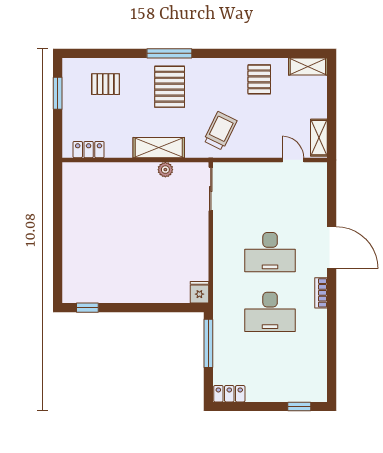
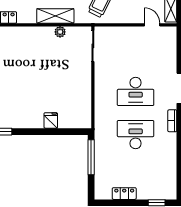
fridge: (199, 292) -> (51, 120), moved
desk: (270, 312) -> (136, 135), turned 180
locker: (229, 394) -> (124, 194), moved

